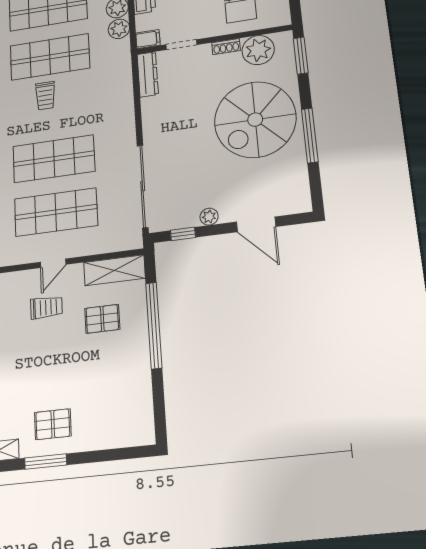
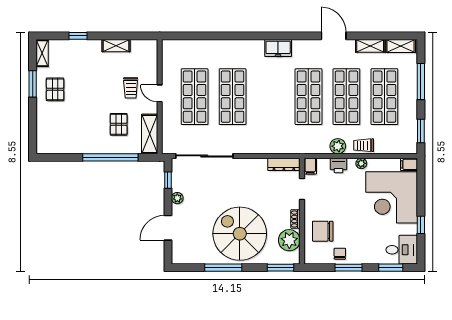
plant: (119, 29) -> (321, 146), removed
trolley: (45, 96) -> (280, 92), removed

